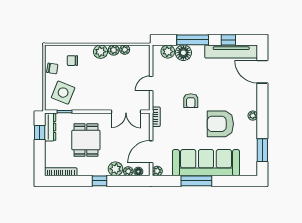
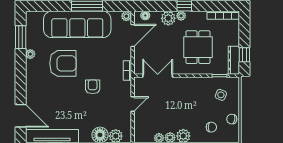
side table: (63, 93) -> (221, 95), width x0.54, depth x0.54
plant: (253, 116) -> (30, 54), moved
plant: (128, 171) -> (181, 16), moved

